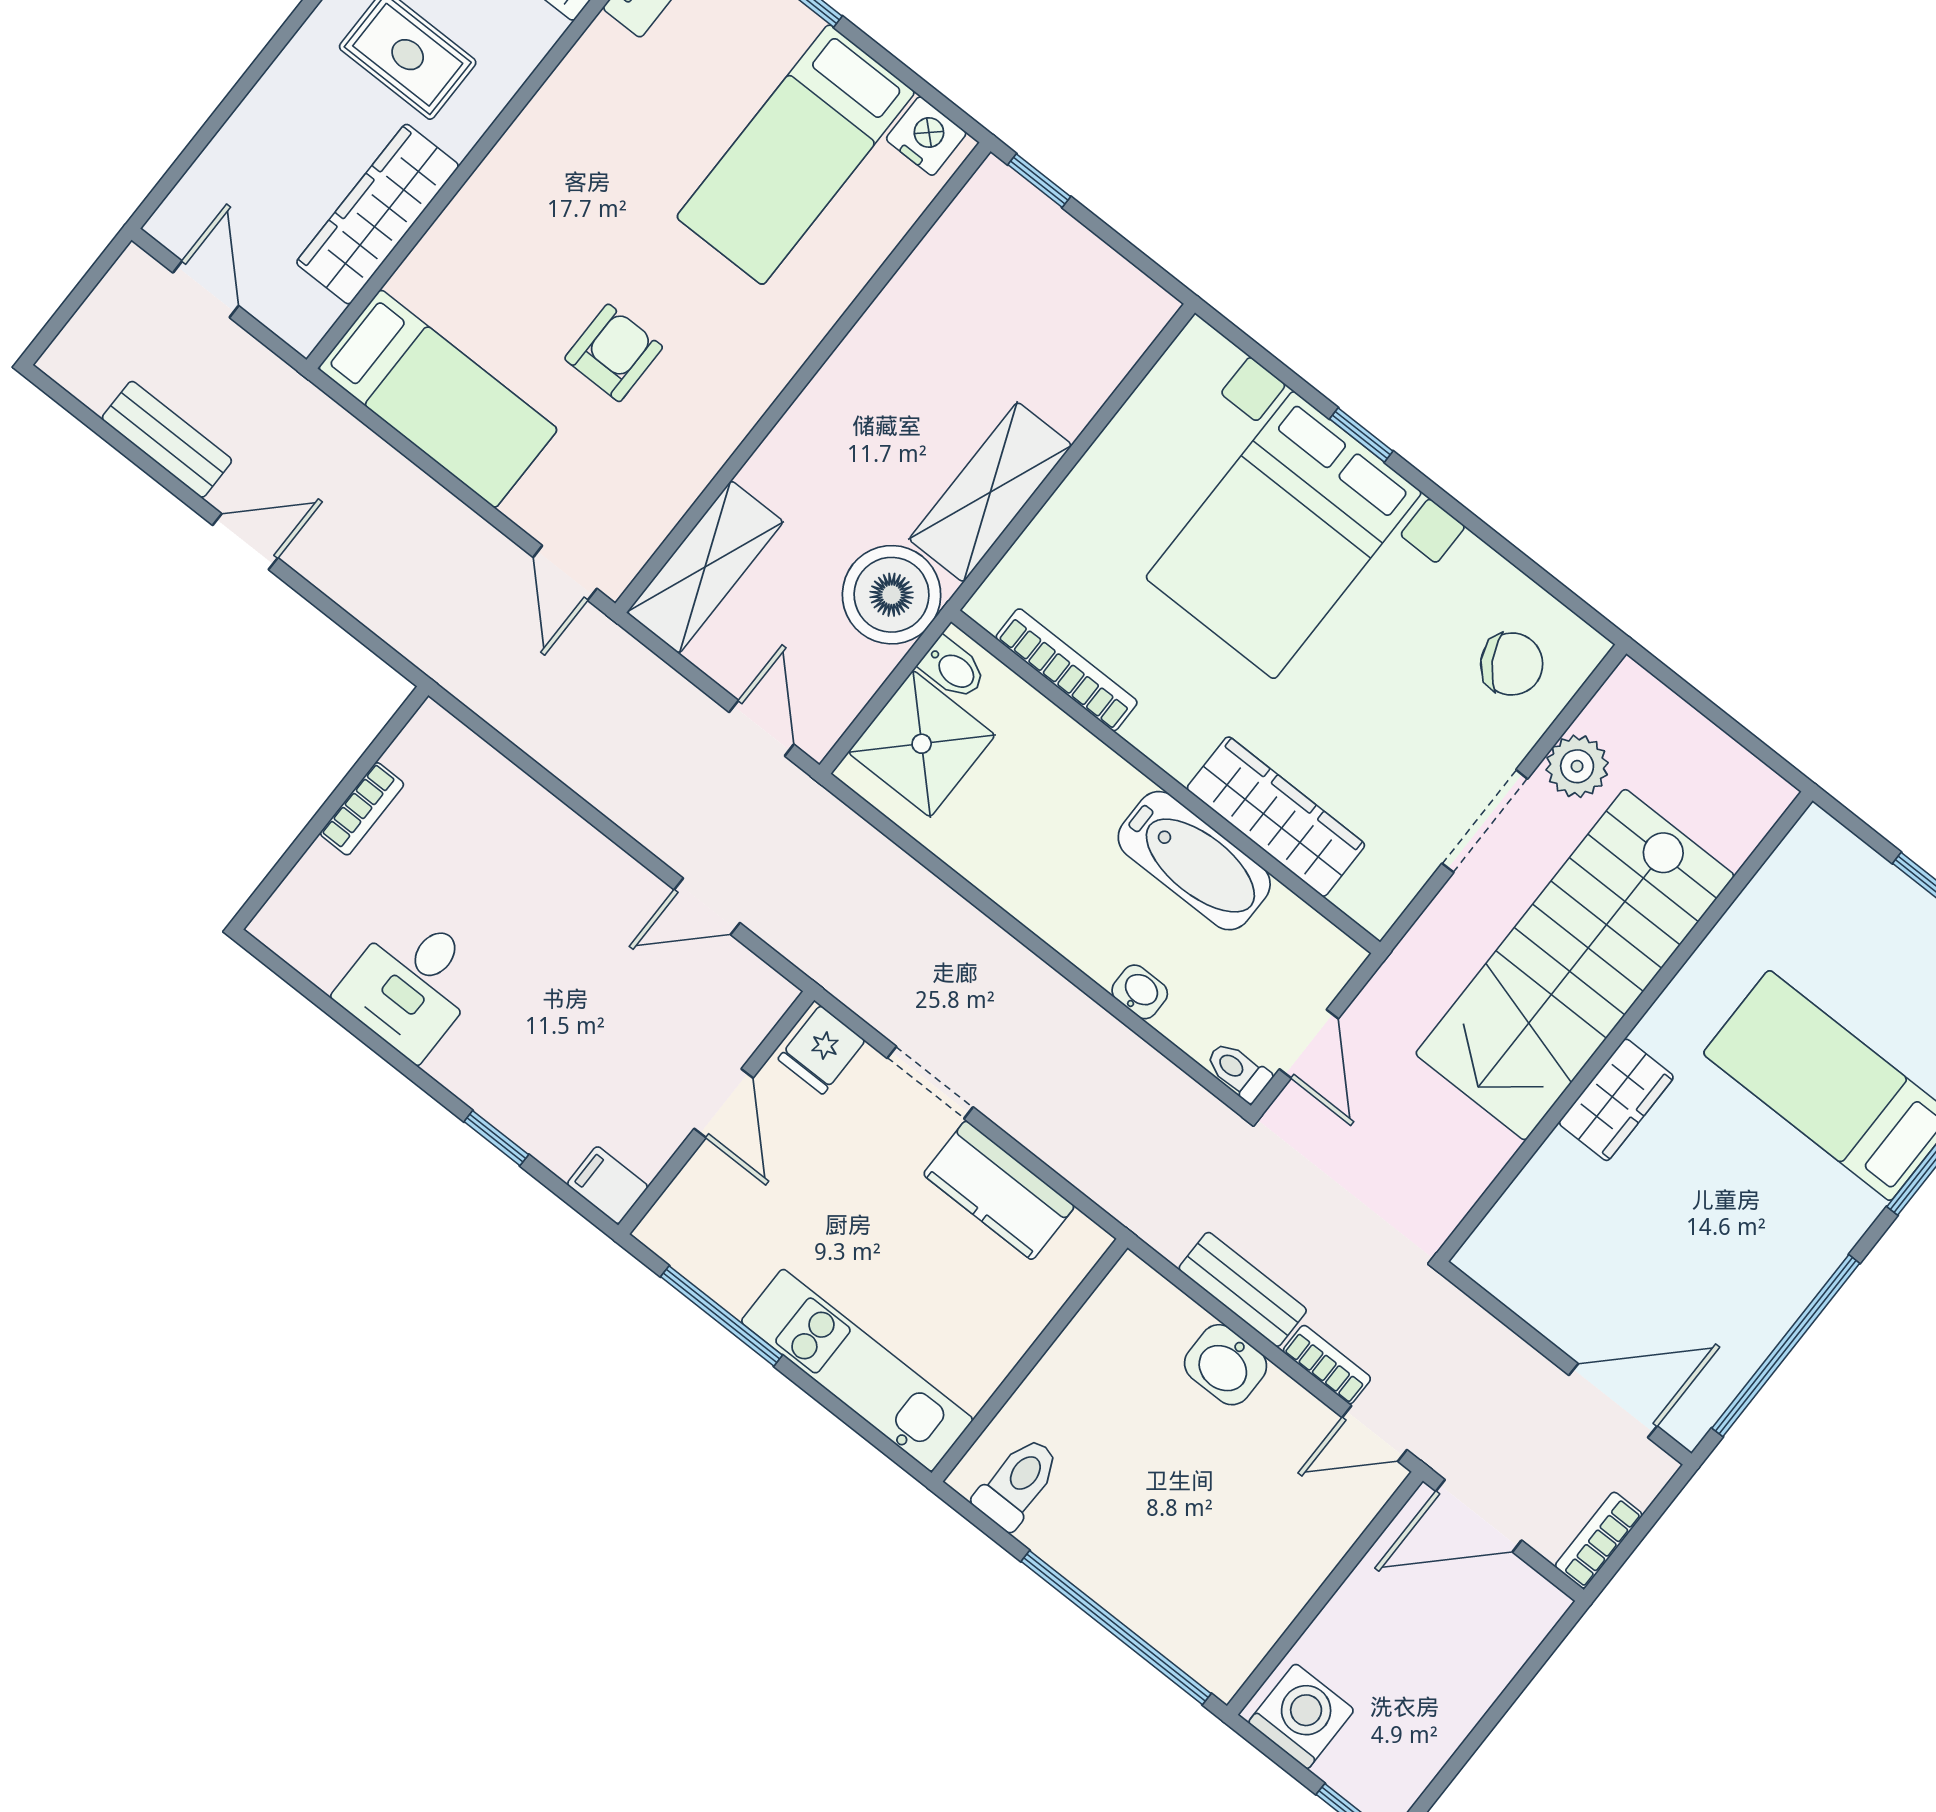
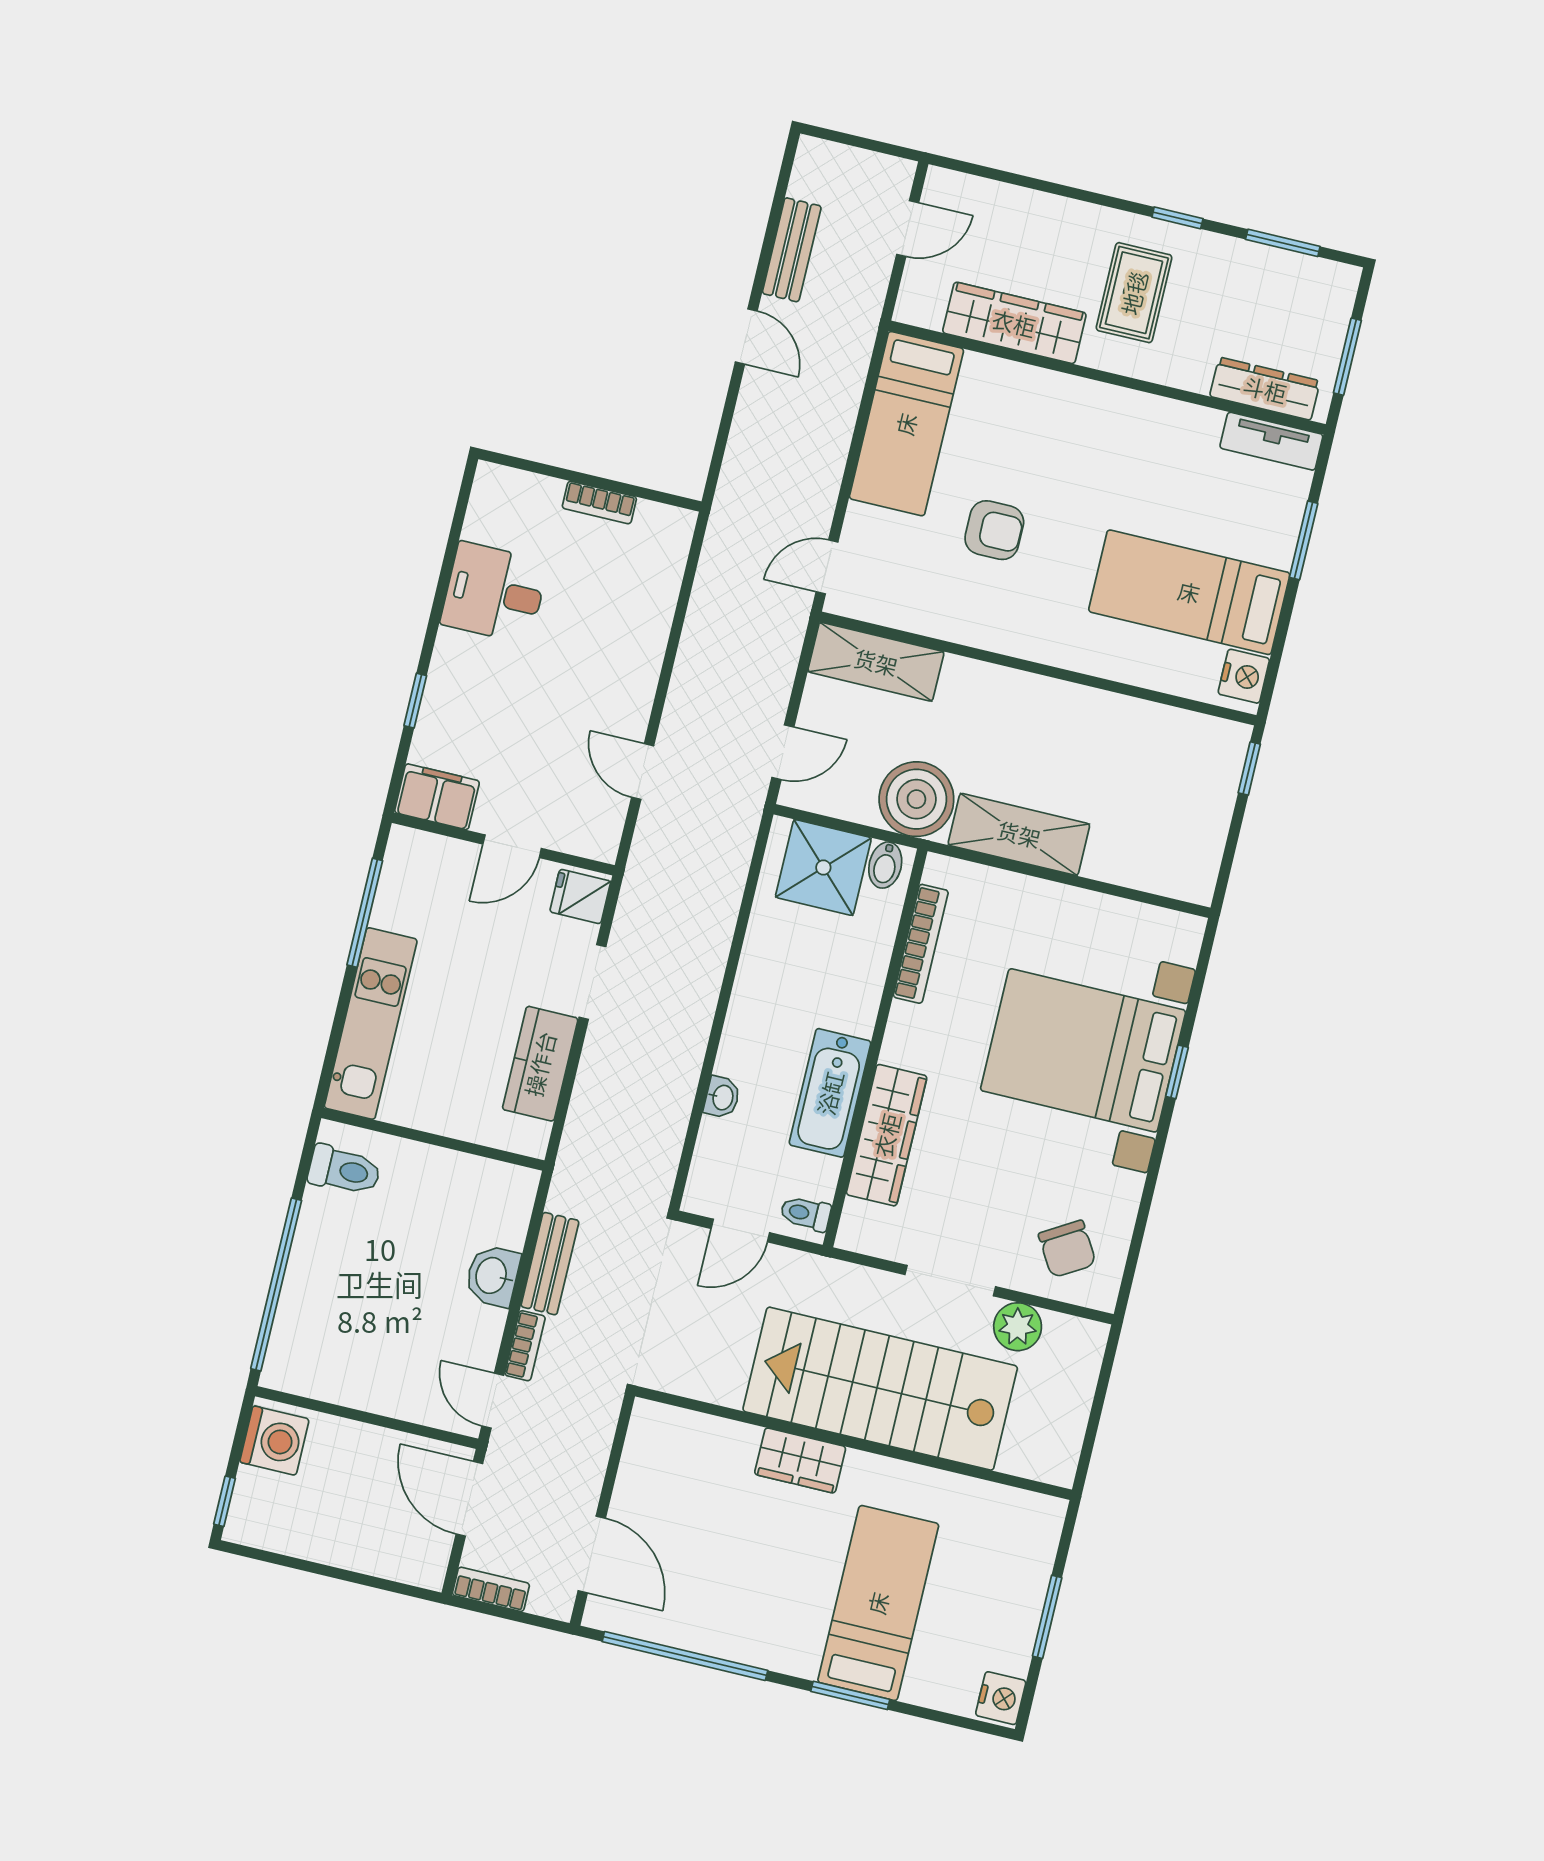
toilet: (1238, 1071) -> (806, 1214), moved, turned -90
filing cabinet: (608, 1185) -> (437, 797), width x2.00

